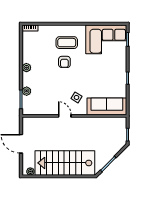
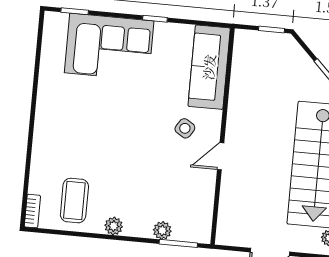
corner sofa: (106, 39) -> (109, 47), moved, turned 90
coffee table: (67, 43) -> (74, 201), moved
armchair: (64, 62) -> (109, 146), removed

